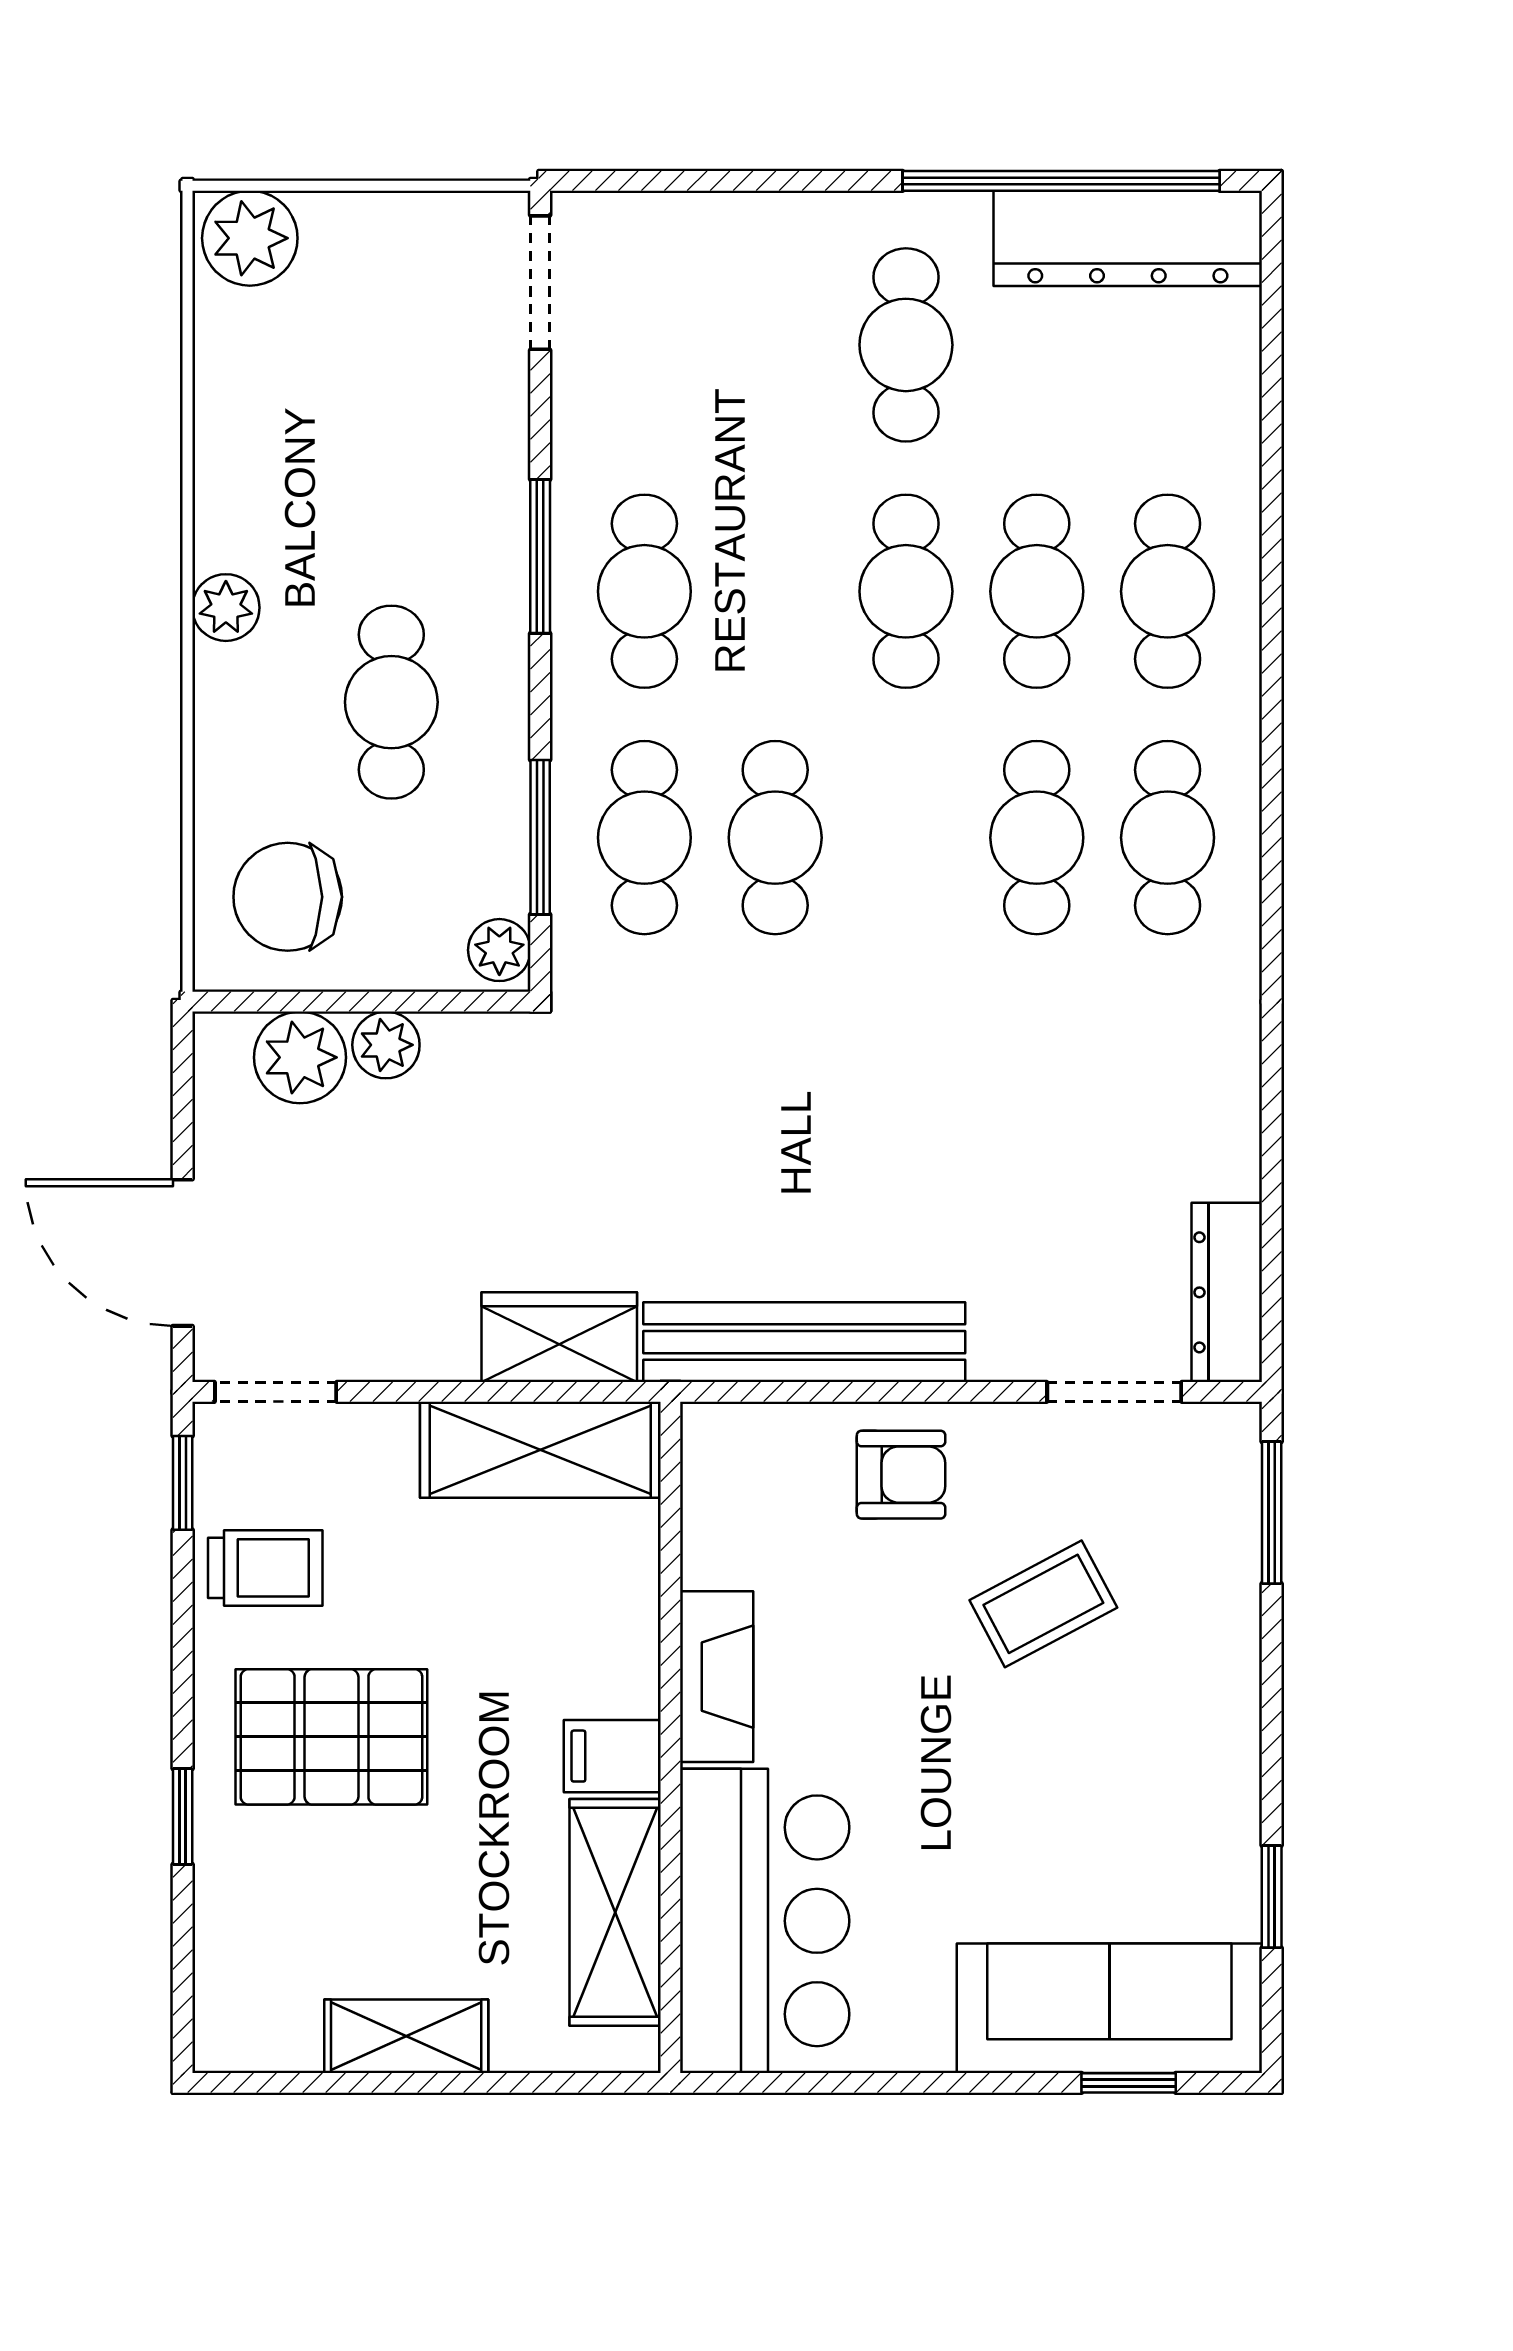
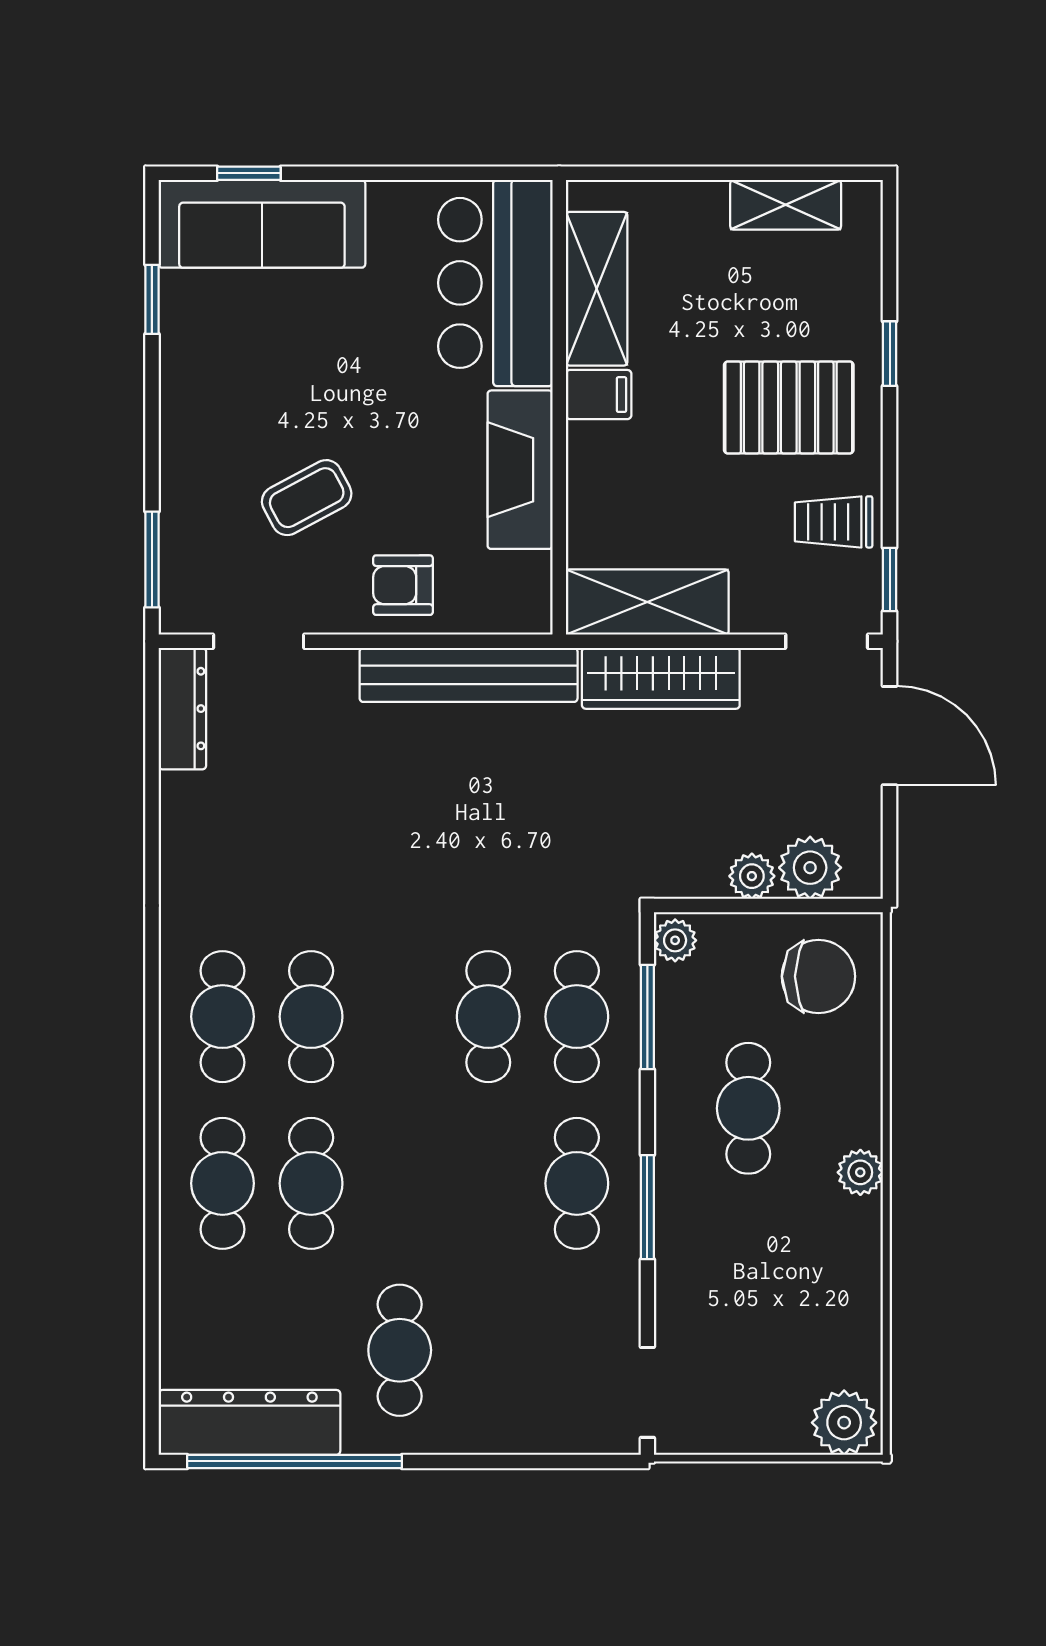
cafe table: (906, 591) -> (400, 1183), removed
wardrobe: (559, 1337) -> (661, 678), width x1.50
fireplace: (717, 1677) -> (520, 470), width x1.37, depth x1.32
shelving: (406, 2036) -> (786, 205), moved

